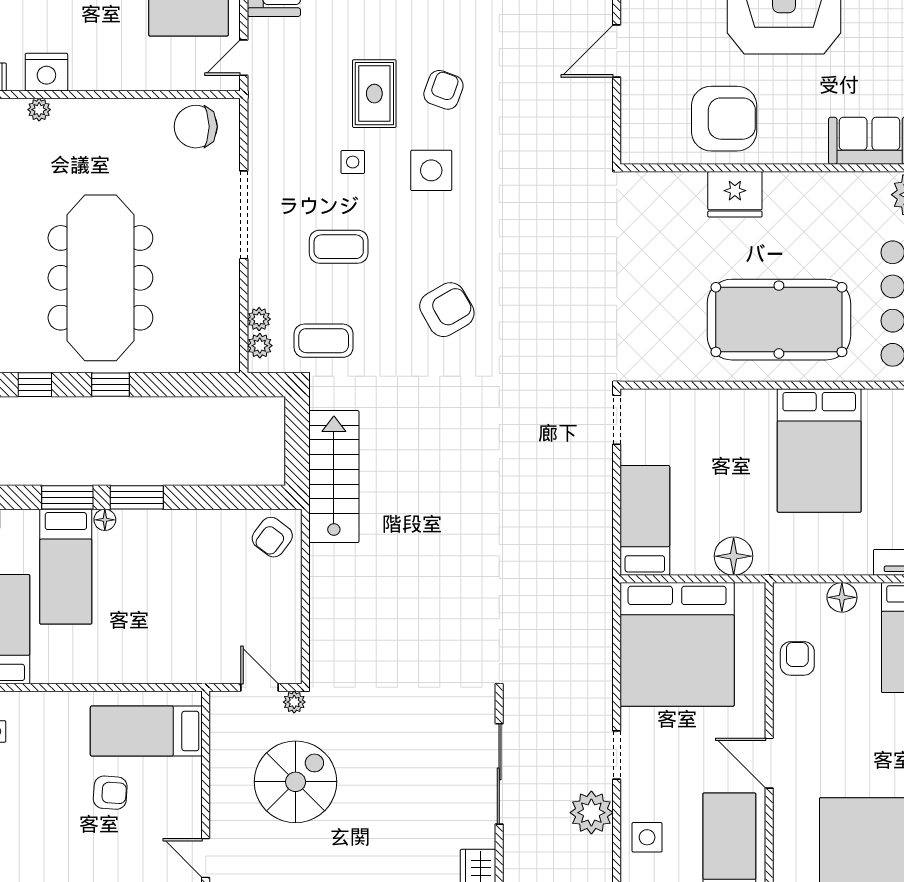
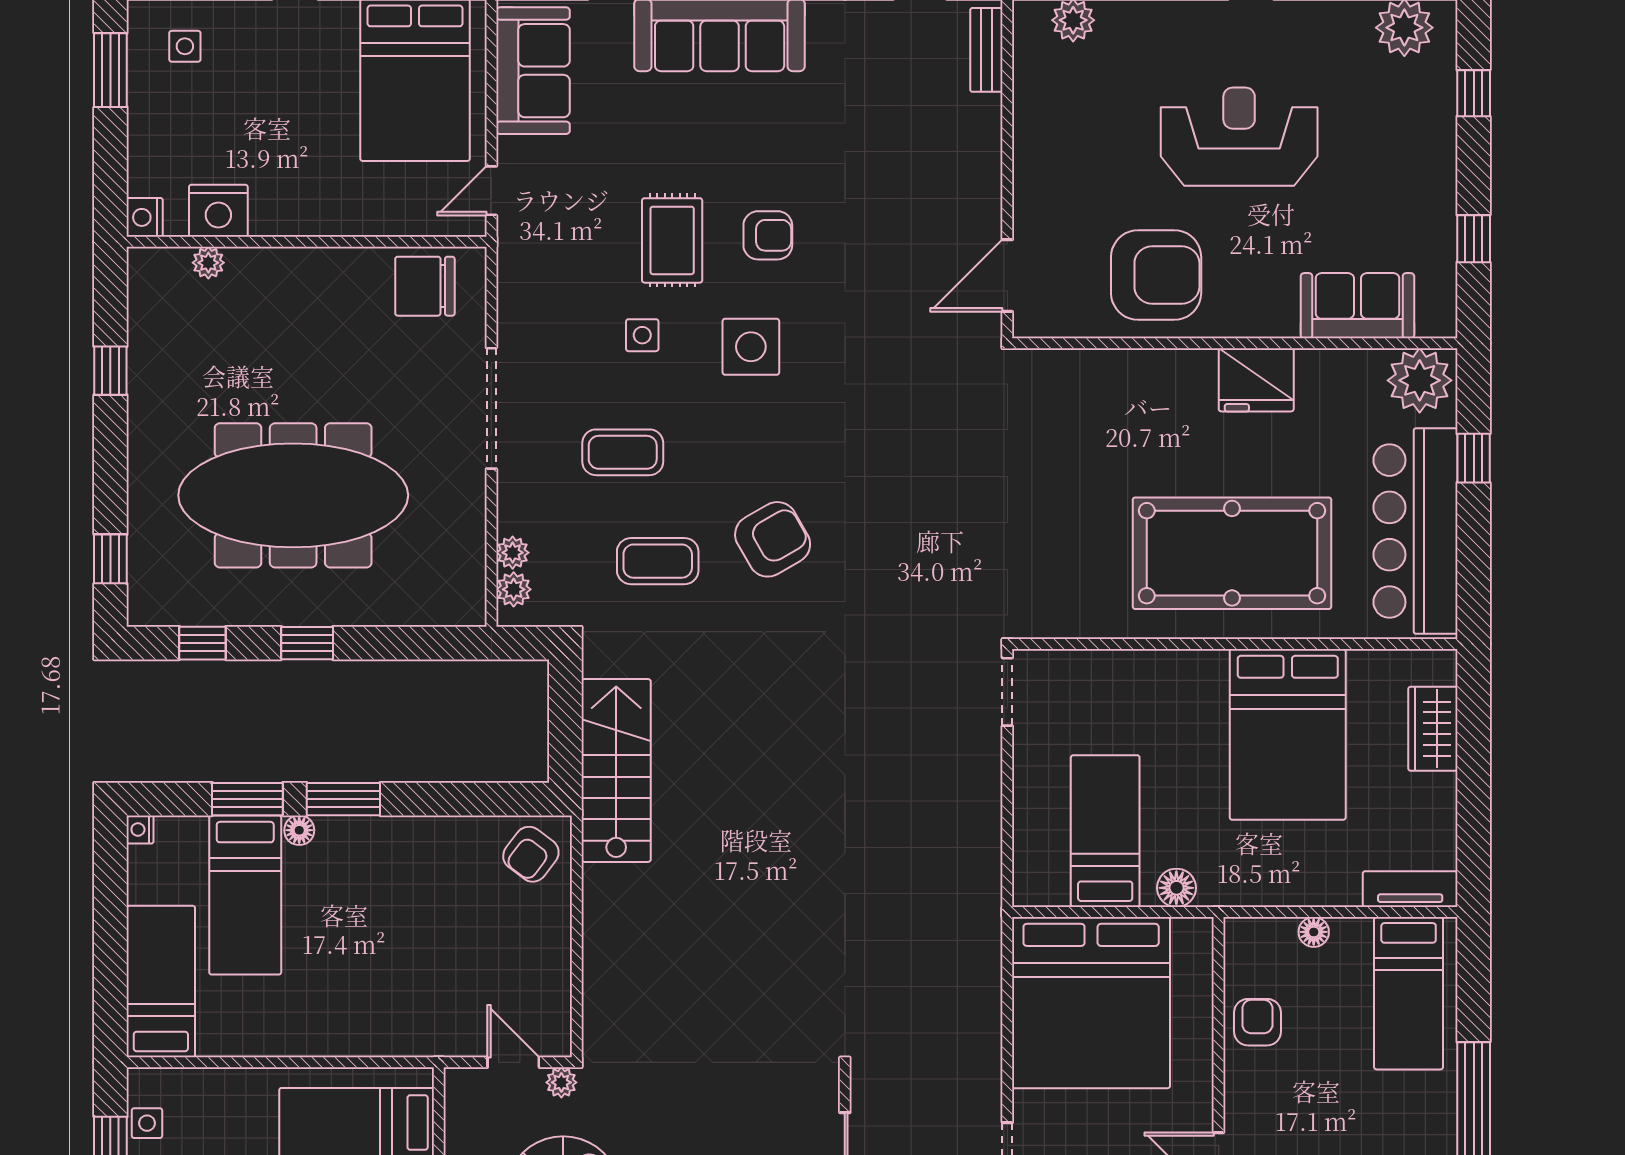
door: (617, 51) -> (1007, 276), moved
armchair: (443, 90) -> (768, 235), turned 70
fridge: (735, 194) -> (1256, 380), moved
meeting table: (100, 278) -> (293, 495), turned 90
coffee table: (324, 341) -> (658, 561), moved
bed: (645, 520) -> (1105, 831), moved
floor lamp: (734, 556) -> (1176, 888), width x0.73, depth x0.73
floor lamp: (842, 597) -> (1314, 932), width x0.73, depth x0.73

